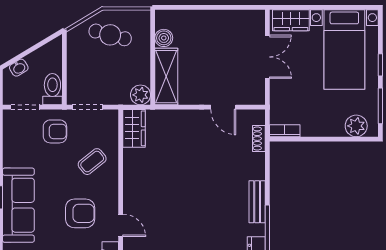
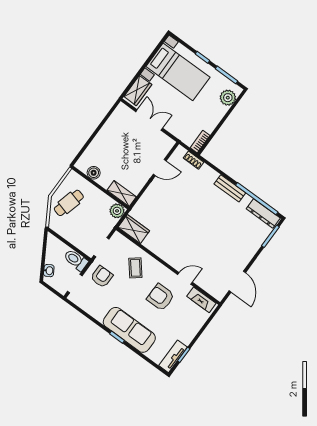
shelving: (166, 77) -> (122, 194), width x0.67, depth x0.75
armchair: (80, 213) -> (161, 297), turned -90

